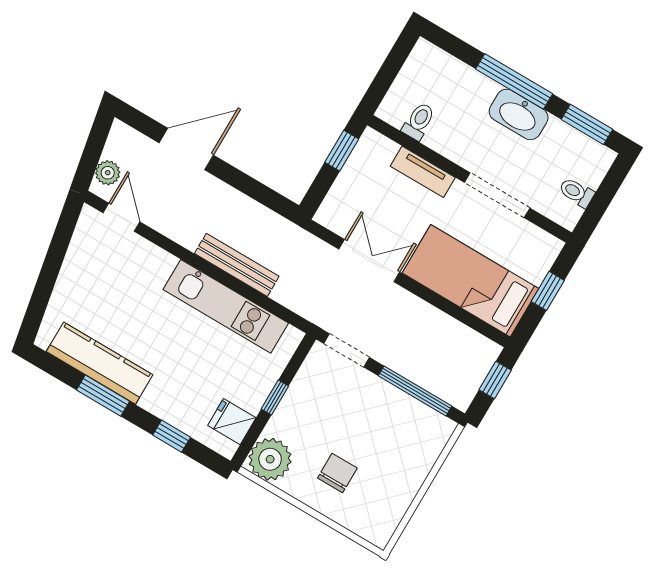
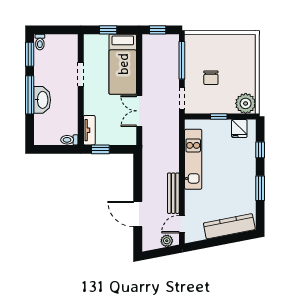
washbasin: (519, 114) -> (42, 100), moved
toilet: (419, 121) -> (69, 140), moved
tv unit: (423, 172) -> (89, 130), moved
toilet: (577, 192) -> (40, 42), moved
doorway: (497, 195) -> (81, 74), width x0.73
bench: (237, 265) -> (173, 193), moved
kitchen counter: (100, 363) -> (229, 226), moved, turned 79
chair: (337, 473) -> (211, 78), moved, turned -90

